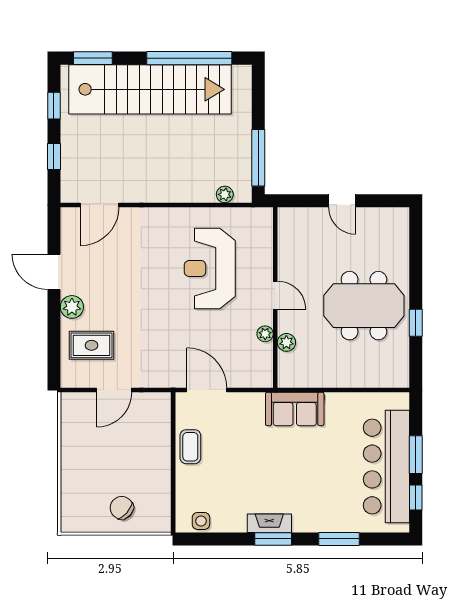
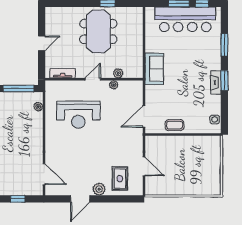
tv unit: (286, 239) -> (63, 73), added
chair: (122, 508) -> (208, 162), removed

